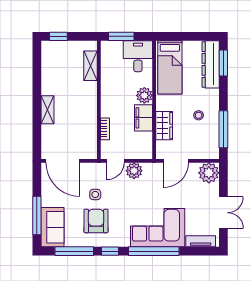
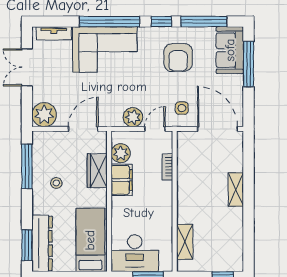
desk: (138, 56) -> (135, 253), width x1.37
plant: (144, 95) -> (121, 153), moved
side table: (95, 194) -> (182, 108), moved

